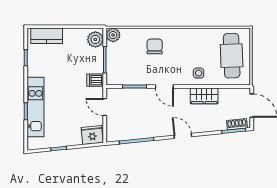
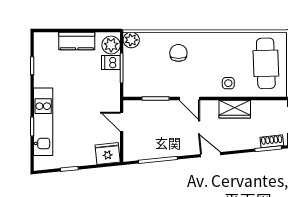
kitchen counter: (47, 36) -> (77, 41), moved
dishwasher: (95, 80) -> (111, 63), moved

